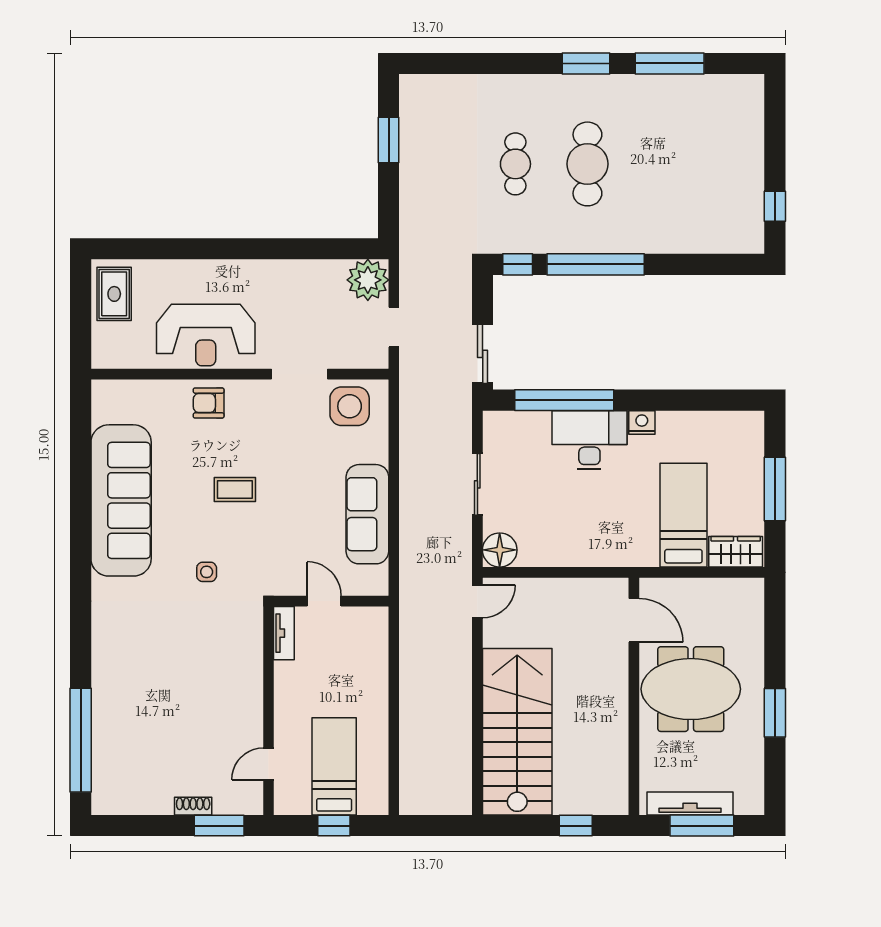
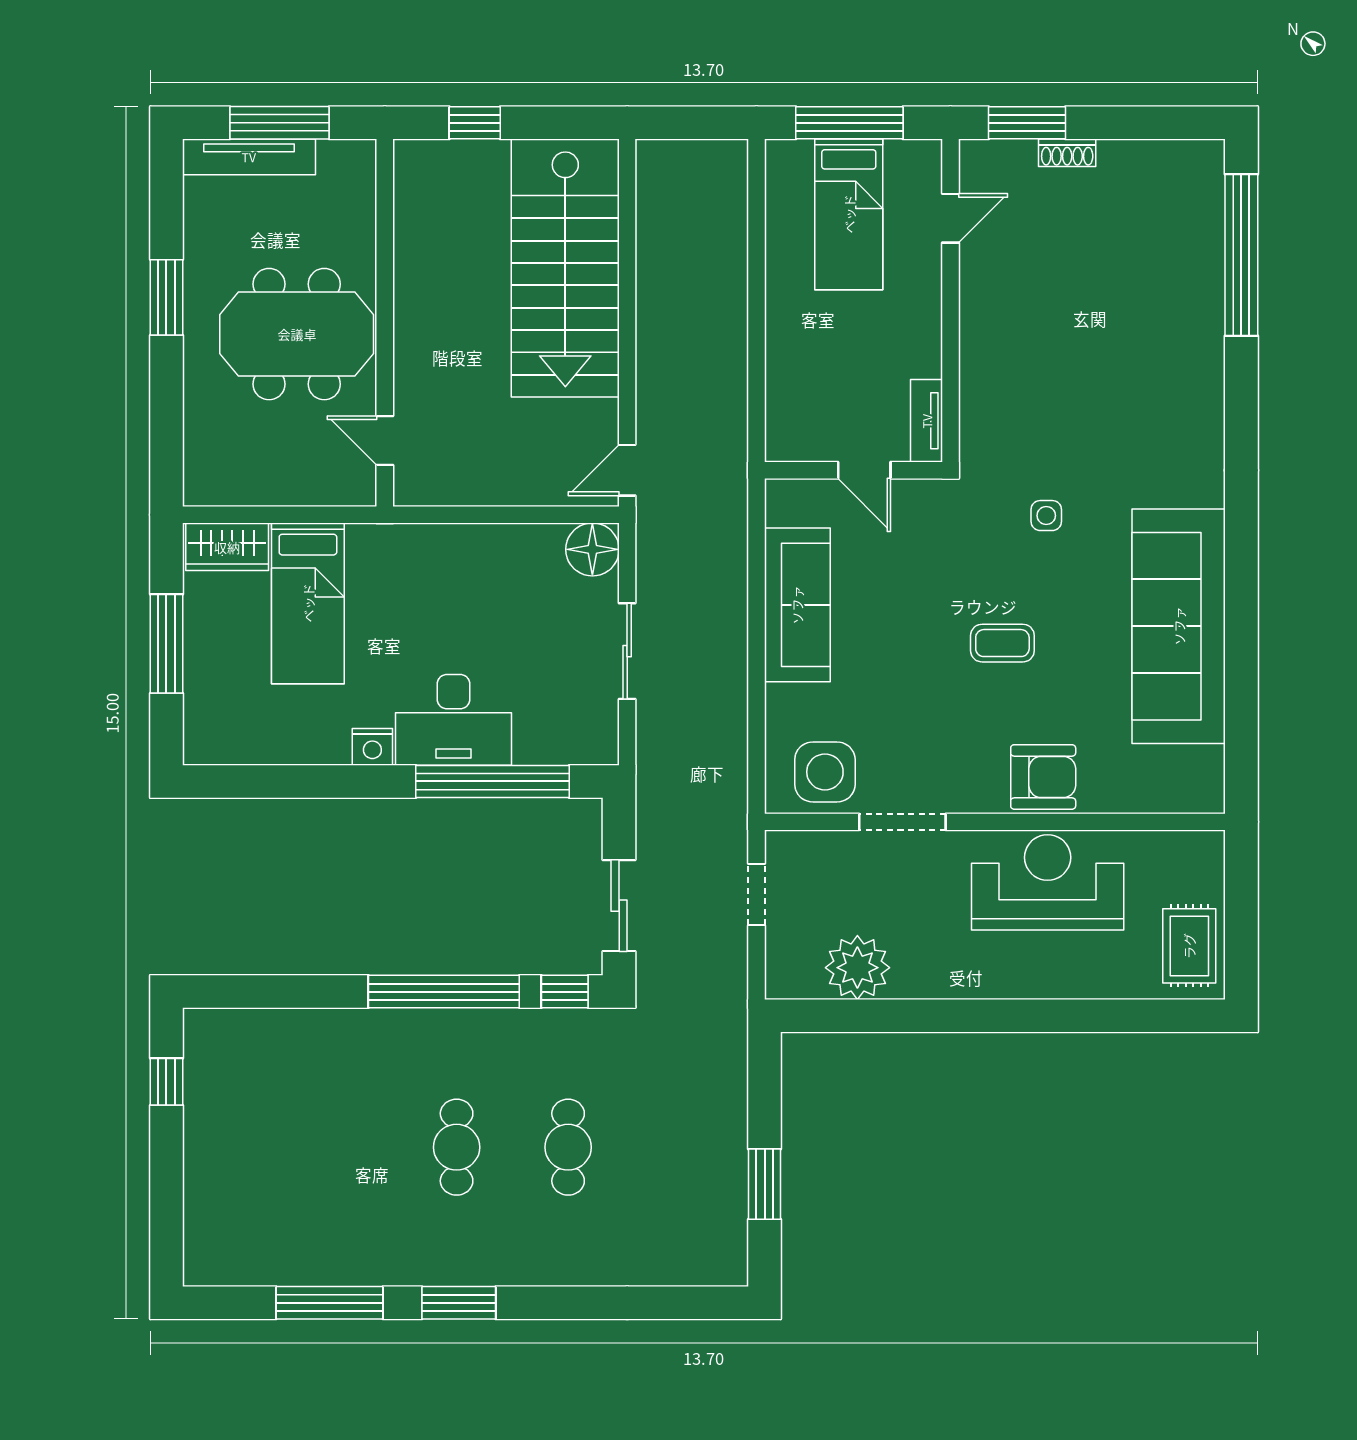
cafe table: (587, 164) -> (457, 1147), width x0.73, depth x0.74
plant: (368, 280) -> (857, 968), moved
sliding door: (483, 354) -> (619, 906), moved
armchair: (209, 403) -> (1043, 777), width x1.38, depth x1.38
door: (634, 620) -> (385, 441), width x0.73
tv unit: (690, 803) -> (249, 157), moved
window: (334, 826) -> (849, 123), width x2.17

